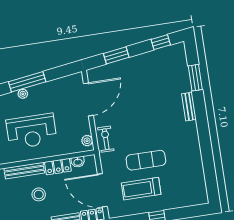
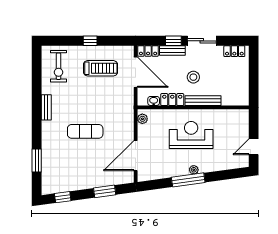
bench: (189, 107) -> (46, 107), moved
exercise bike: (106, 139) -> (59, 66), moved, width x1.38, depth x1.39
exercise mat: (146, 160) -> (85, 131), moved

